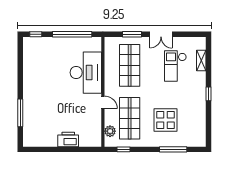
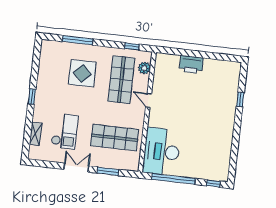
shop shelf: (130, 65) -> (115, 138), turned 90
desk: (86, 73) -> (162, 152), moved
window: (20, 113) -> (240, 99), width x0.46

